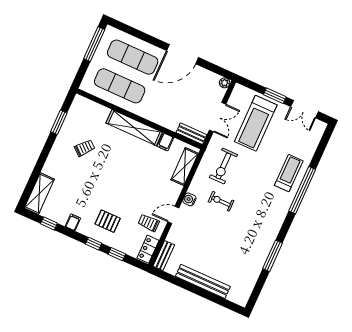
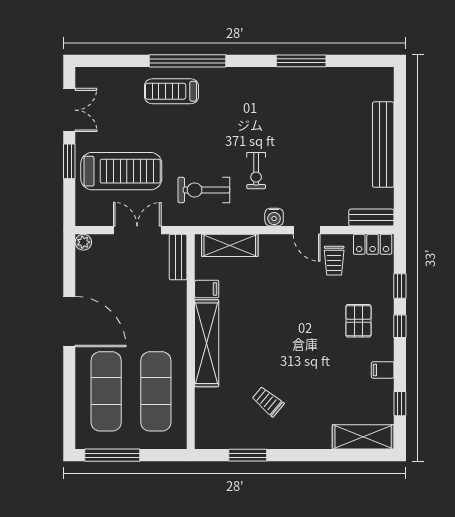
exercise bike: (223, 166) -> (204, 190), turned 180

